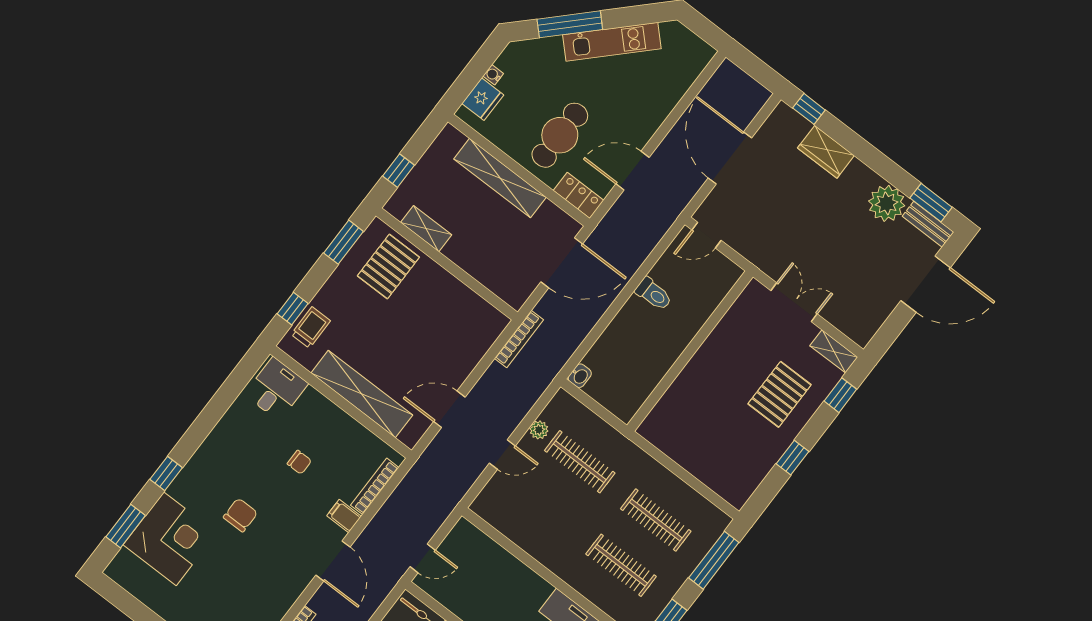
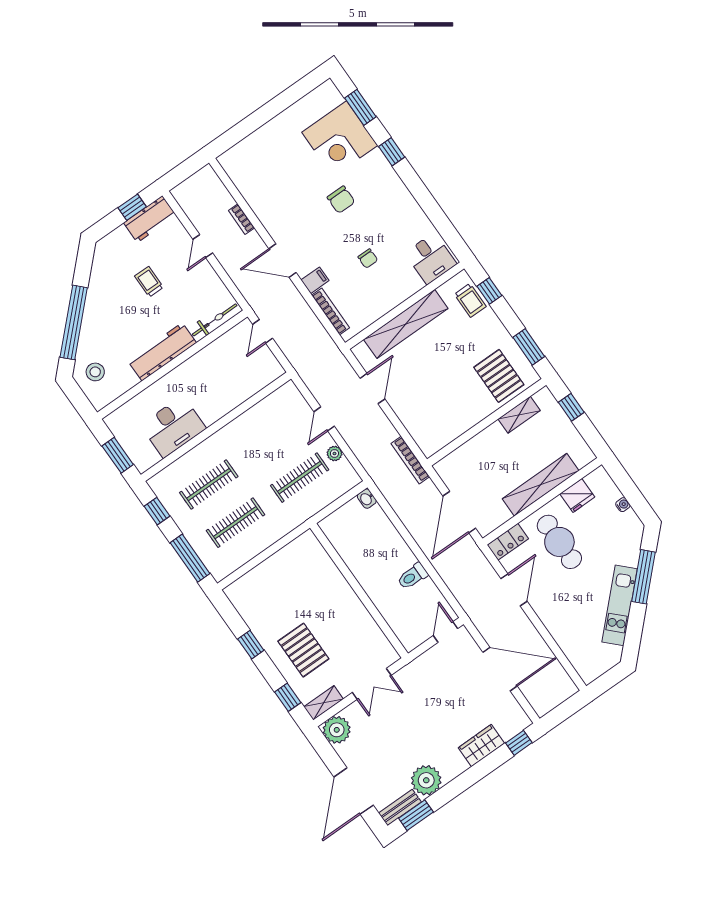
fridge: (483, 99) -> (577, 495), moved, turned -90
plant: (860, 326) -> (337, 730), added
chair: (299, 462) -> (368, 259), turned -90

